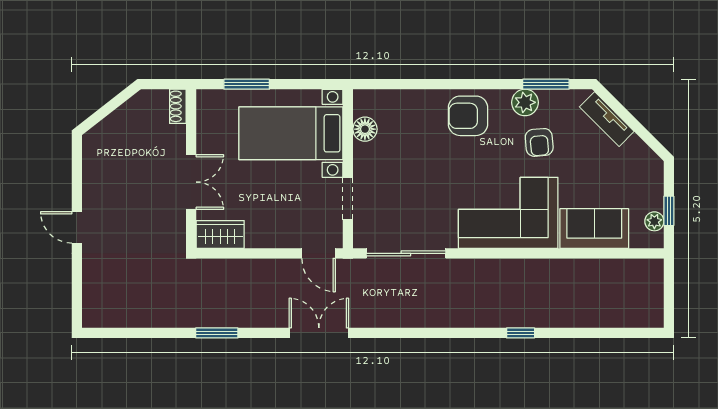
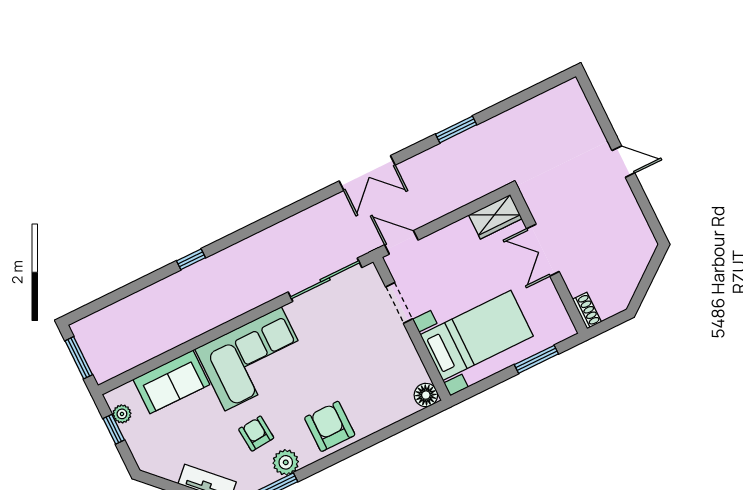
armchair: (468, 116) -> (330, 426), turned -90
floor lamp: (365, 129) -> (426, 395), moved
window: (669, 293) -> (79, 358), added

